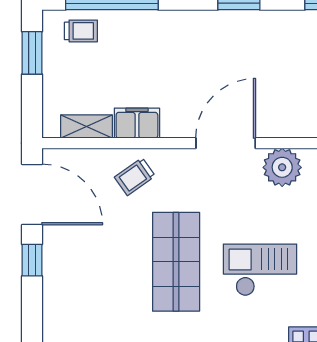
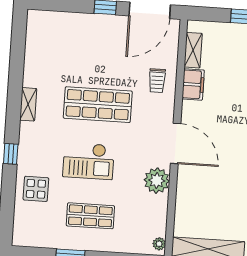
trolley: (135, 177) -> (157, 81), turned -145
checkout: (260, 270) -> (88, 161), turned 90

